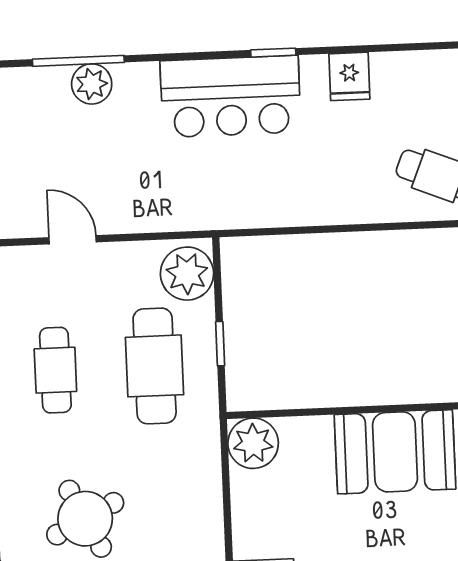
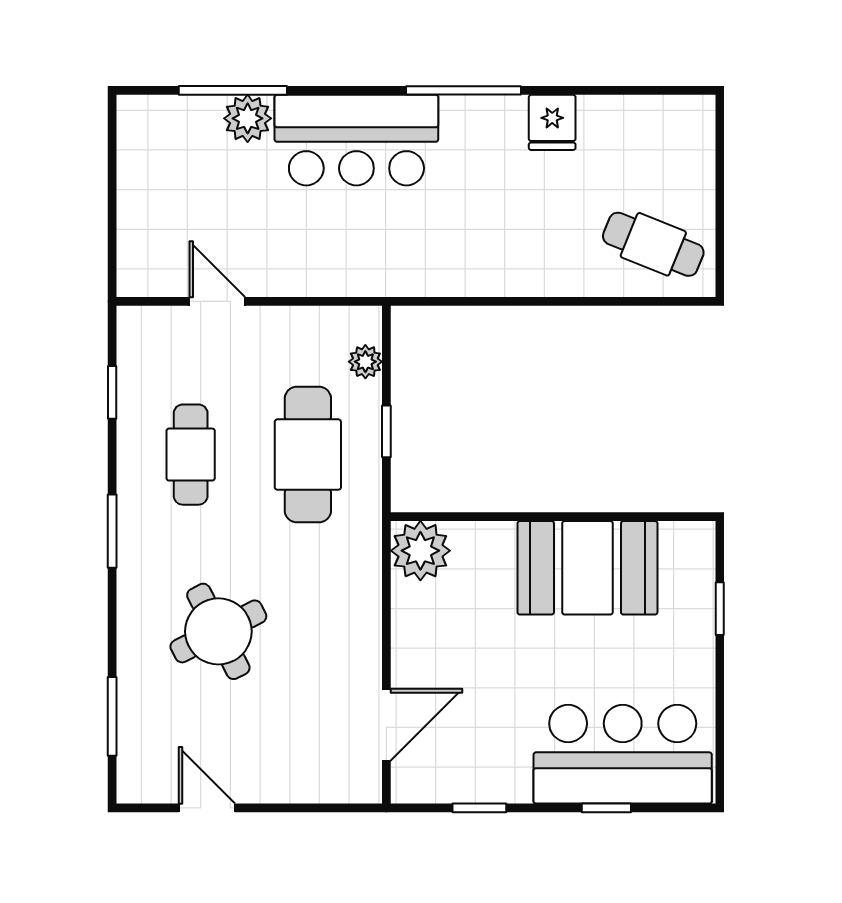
window: (273, 53) -> (463, 90), width x2.17
bar counter: (231, 96) -> (356, 140), moved
plant: (187, 274) -> (365, 362), width x0.53, depth x0.53

